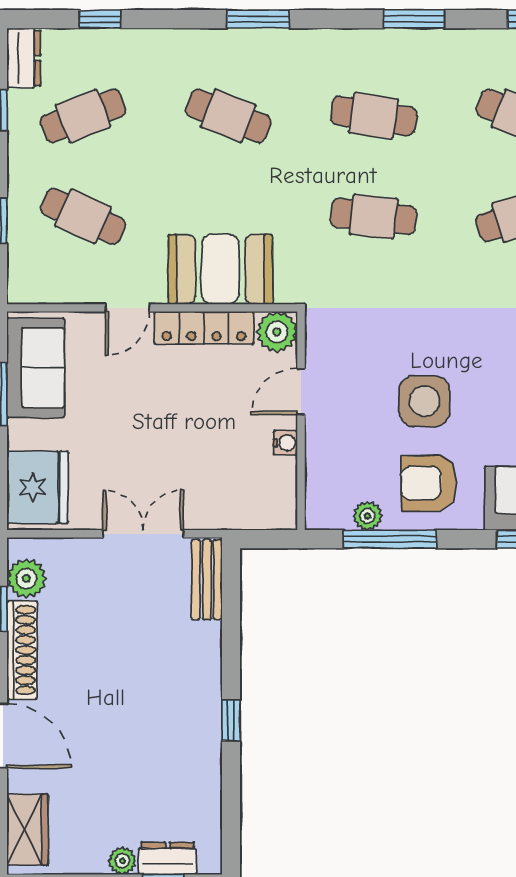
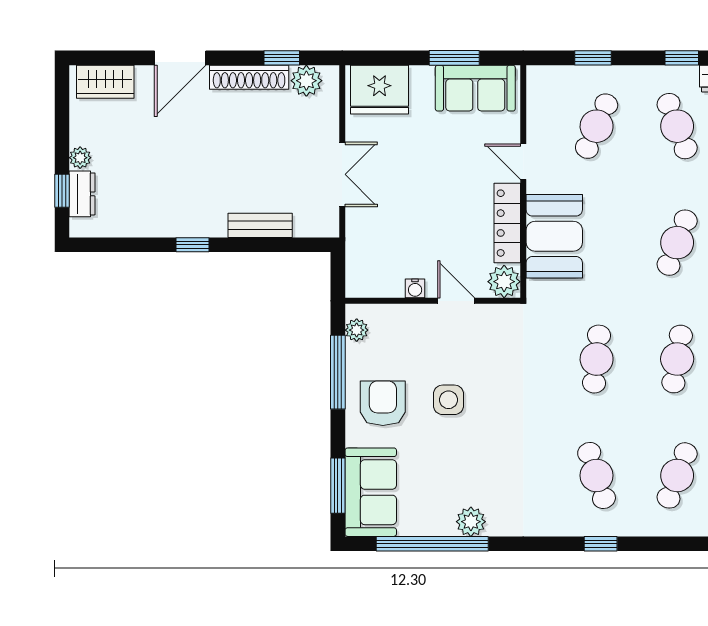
side table: (424, 401) -> (449, 400), width x0.73, depth x0.73
plant: (367, 516) -> (357, 330), moved
bench: (207, 580) -> (260, 225), moved

